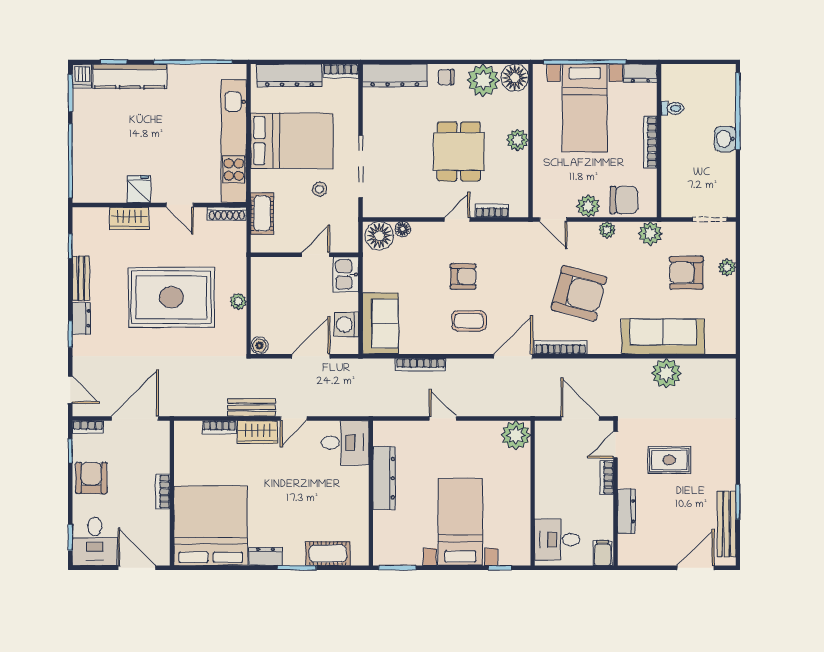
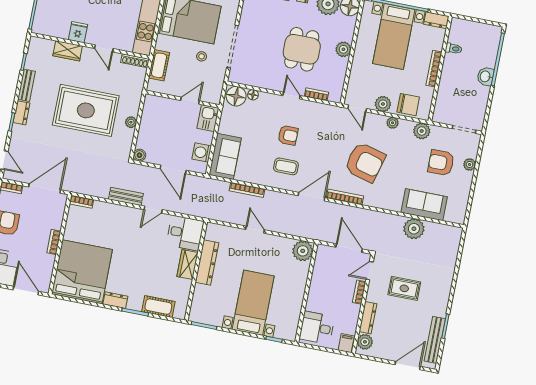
door: (457, 219) -> (292, 96), hinge flipped
sofa: (663, 337) -> (424, 205), width x0.73
door: (311, 356) -> (173, 169), swing flipped
bookcase: (219, 427) -> (81, 202), moved
wardrobe: (258, 432) -> (187, 264), moved, turned 90
plant: (629, 546) -> (365, 342), added

